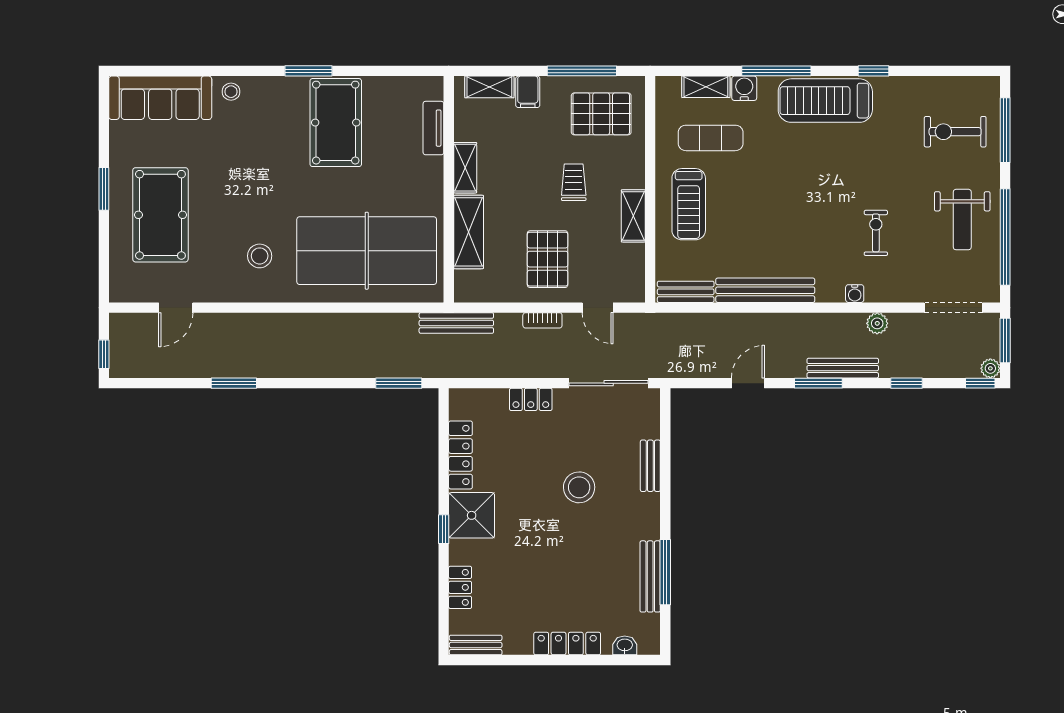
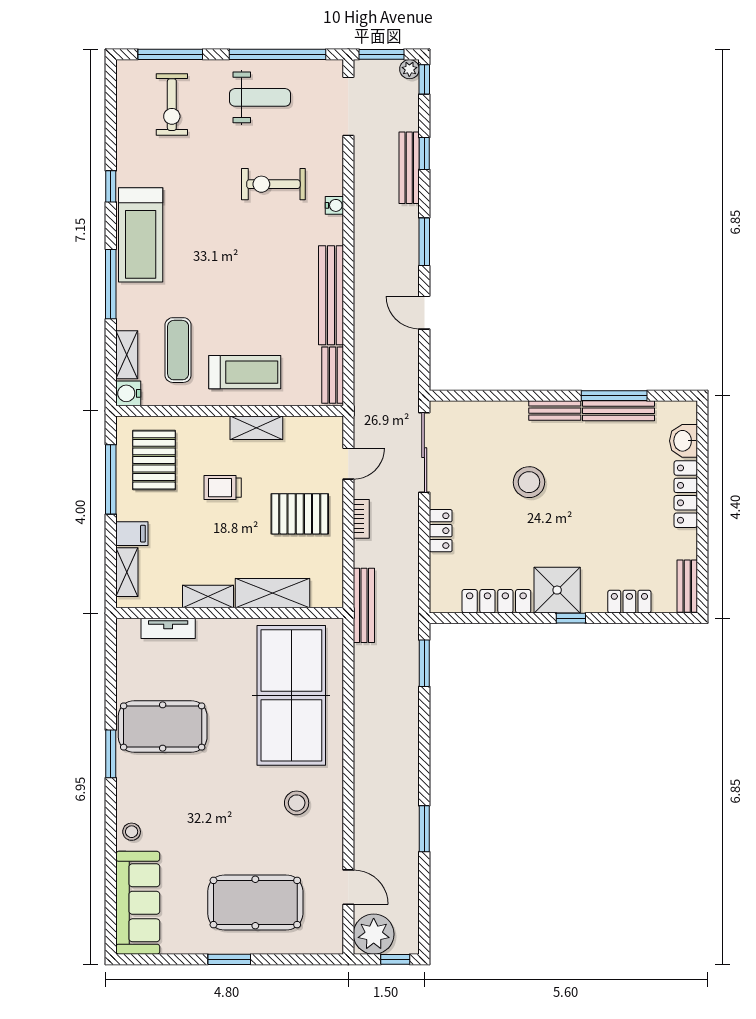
water cooler: (744, 88) -> (128, 393), moved
exercise bike: (876, 233) -> (273, 184), width x1.38, depth x1.39
plant: (877, 323) -> (374, 934), moved, width x1.87, depth x1.87
bench: (843, 368) -> (409, 168), moved
bench: (650, 466) -> (555, 411), moved
washbasin: (625, 645) -> (683, 441), width x1.38, depth x1.45

